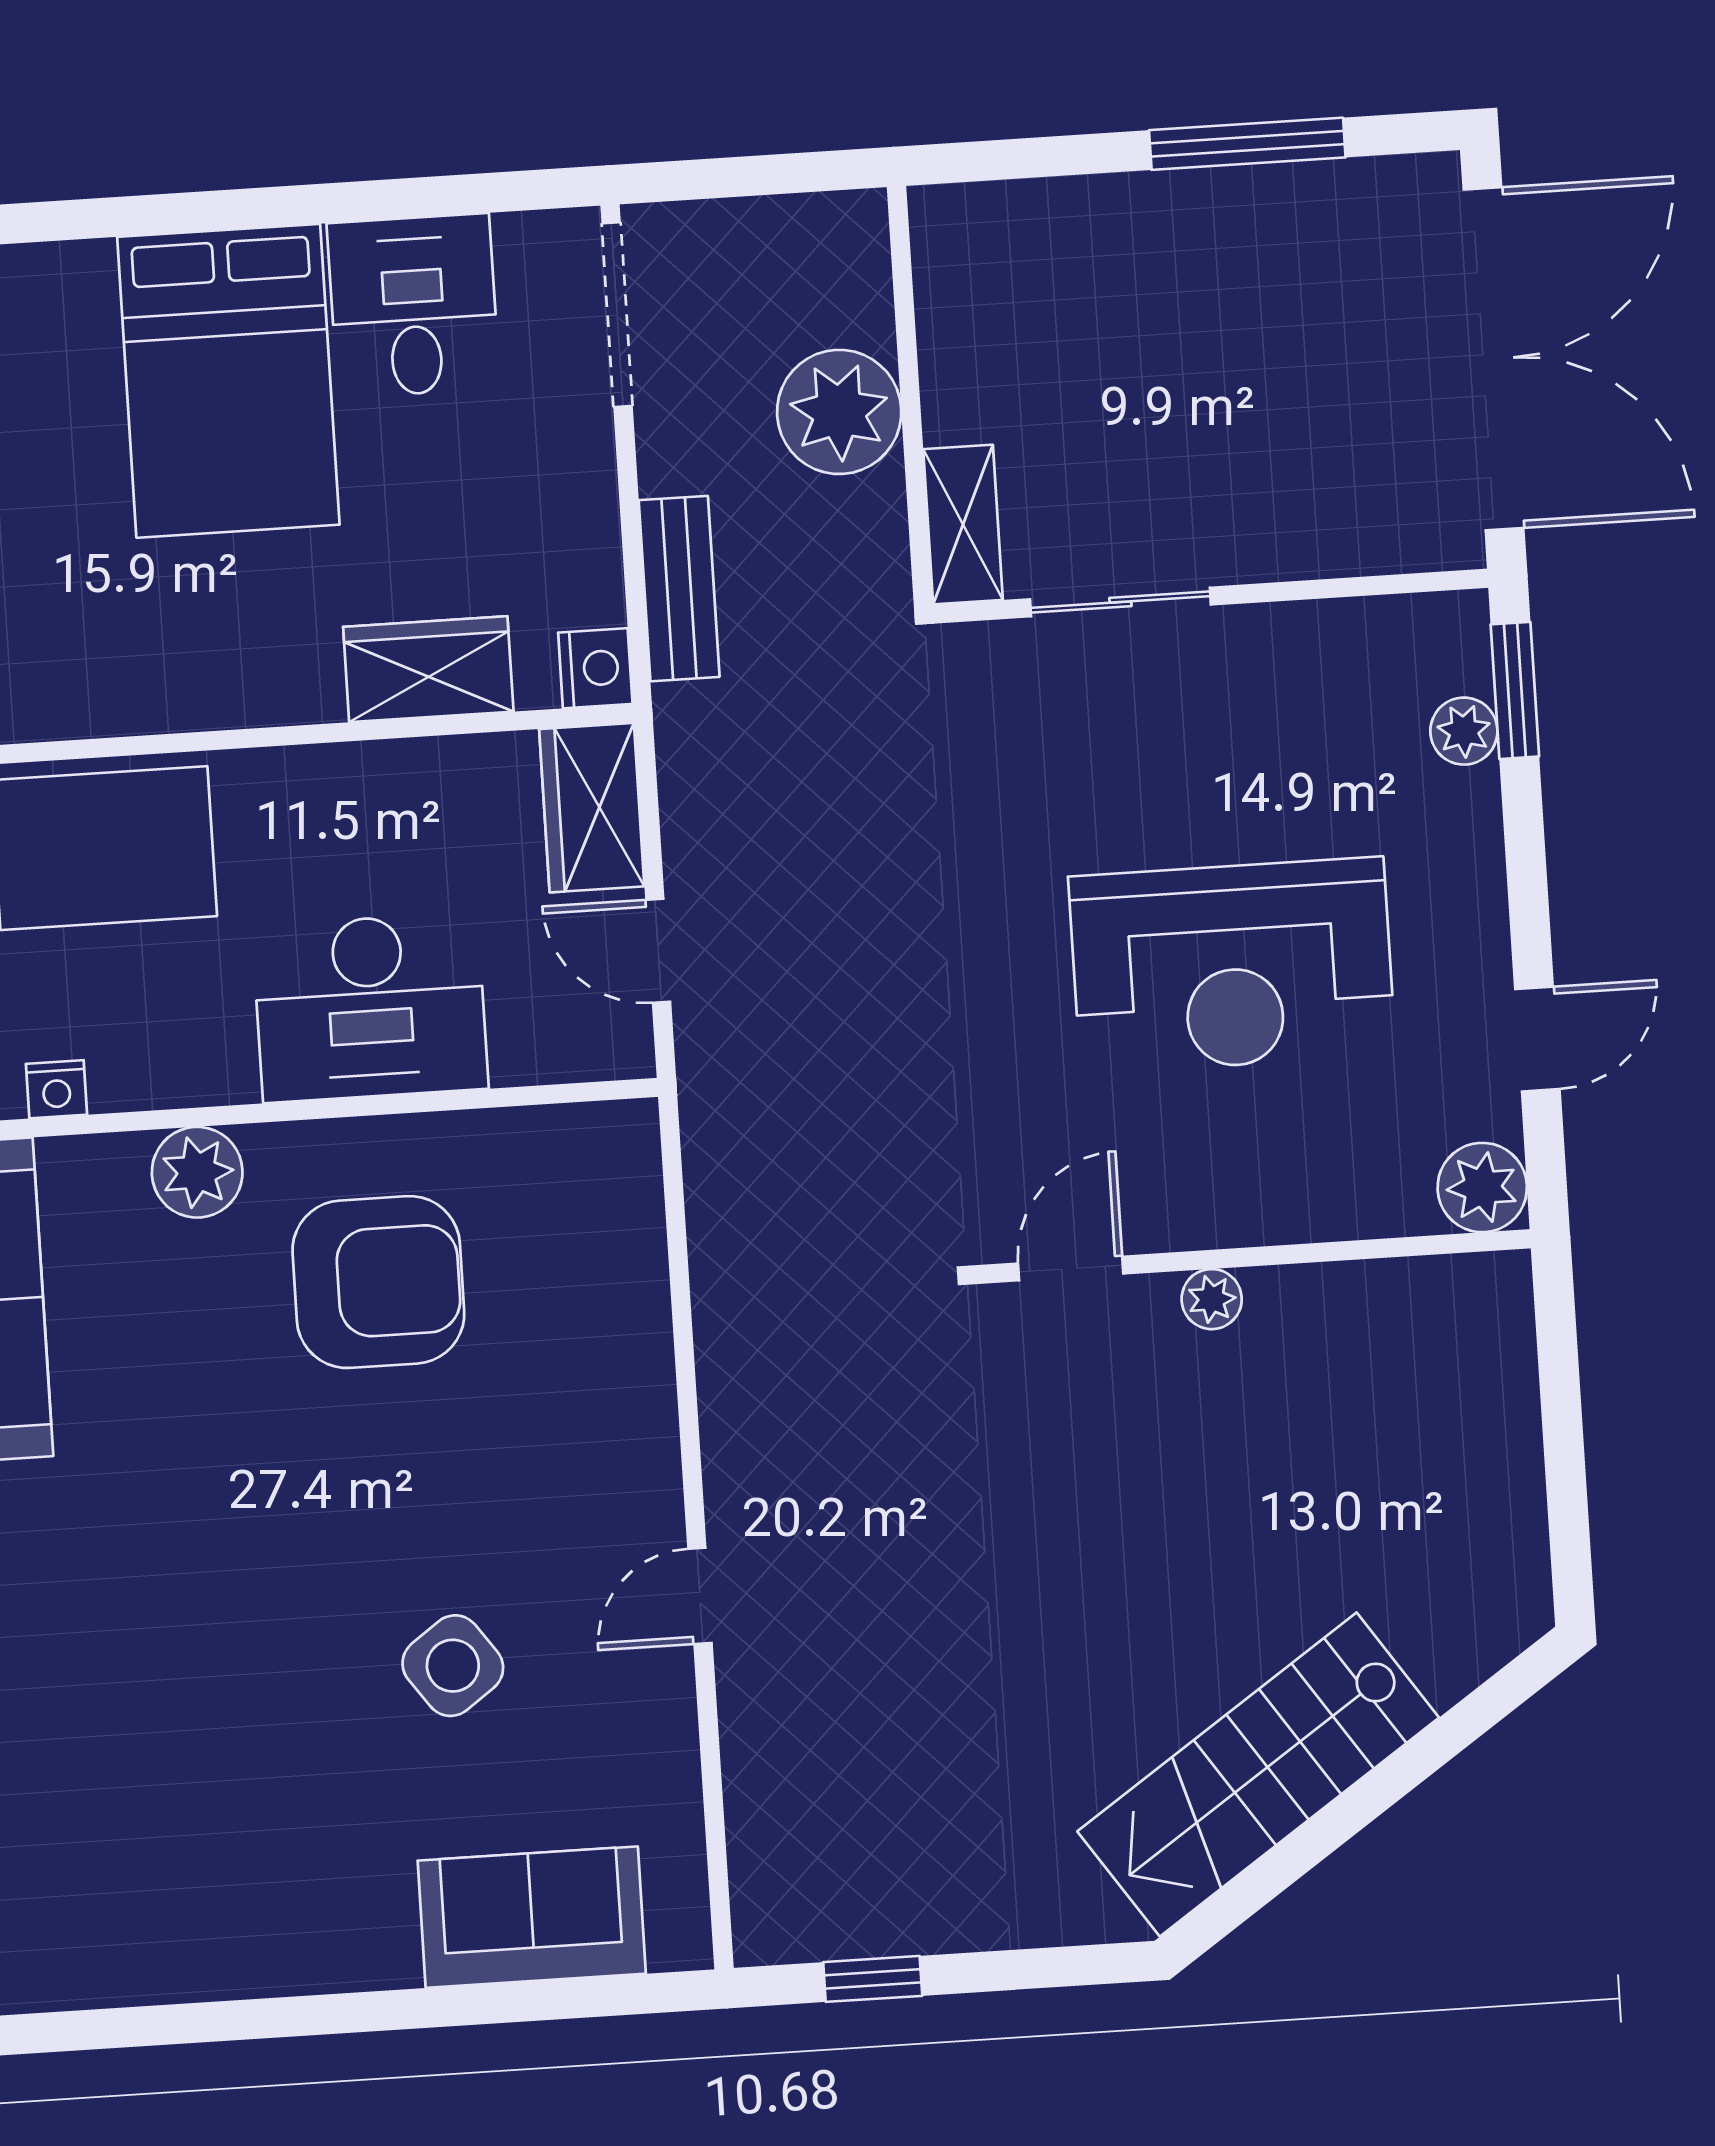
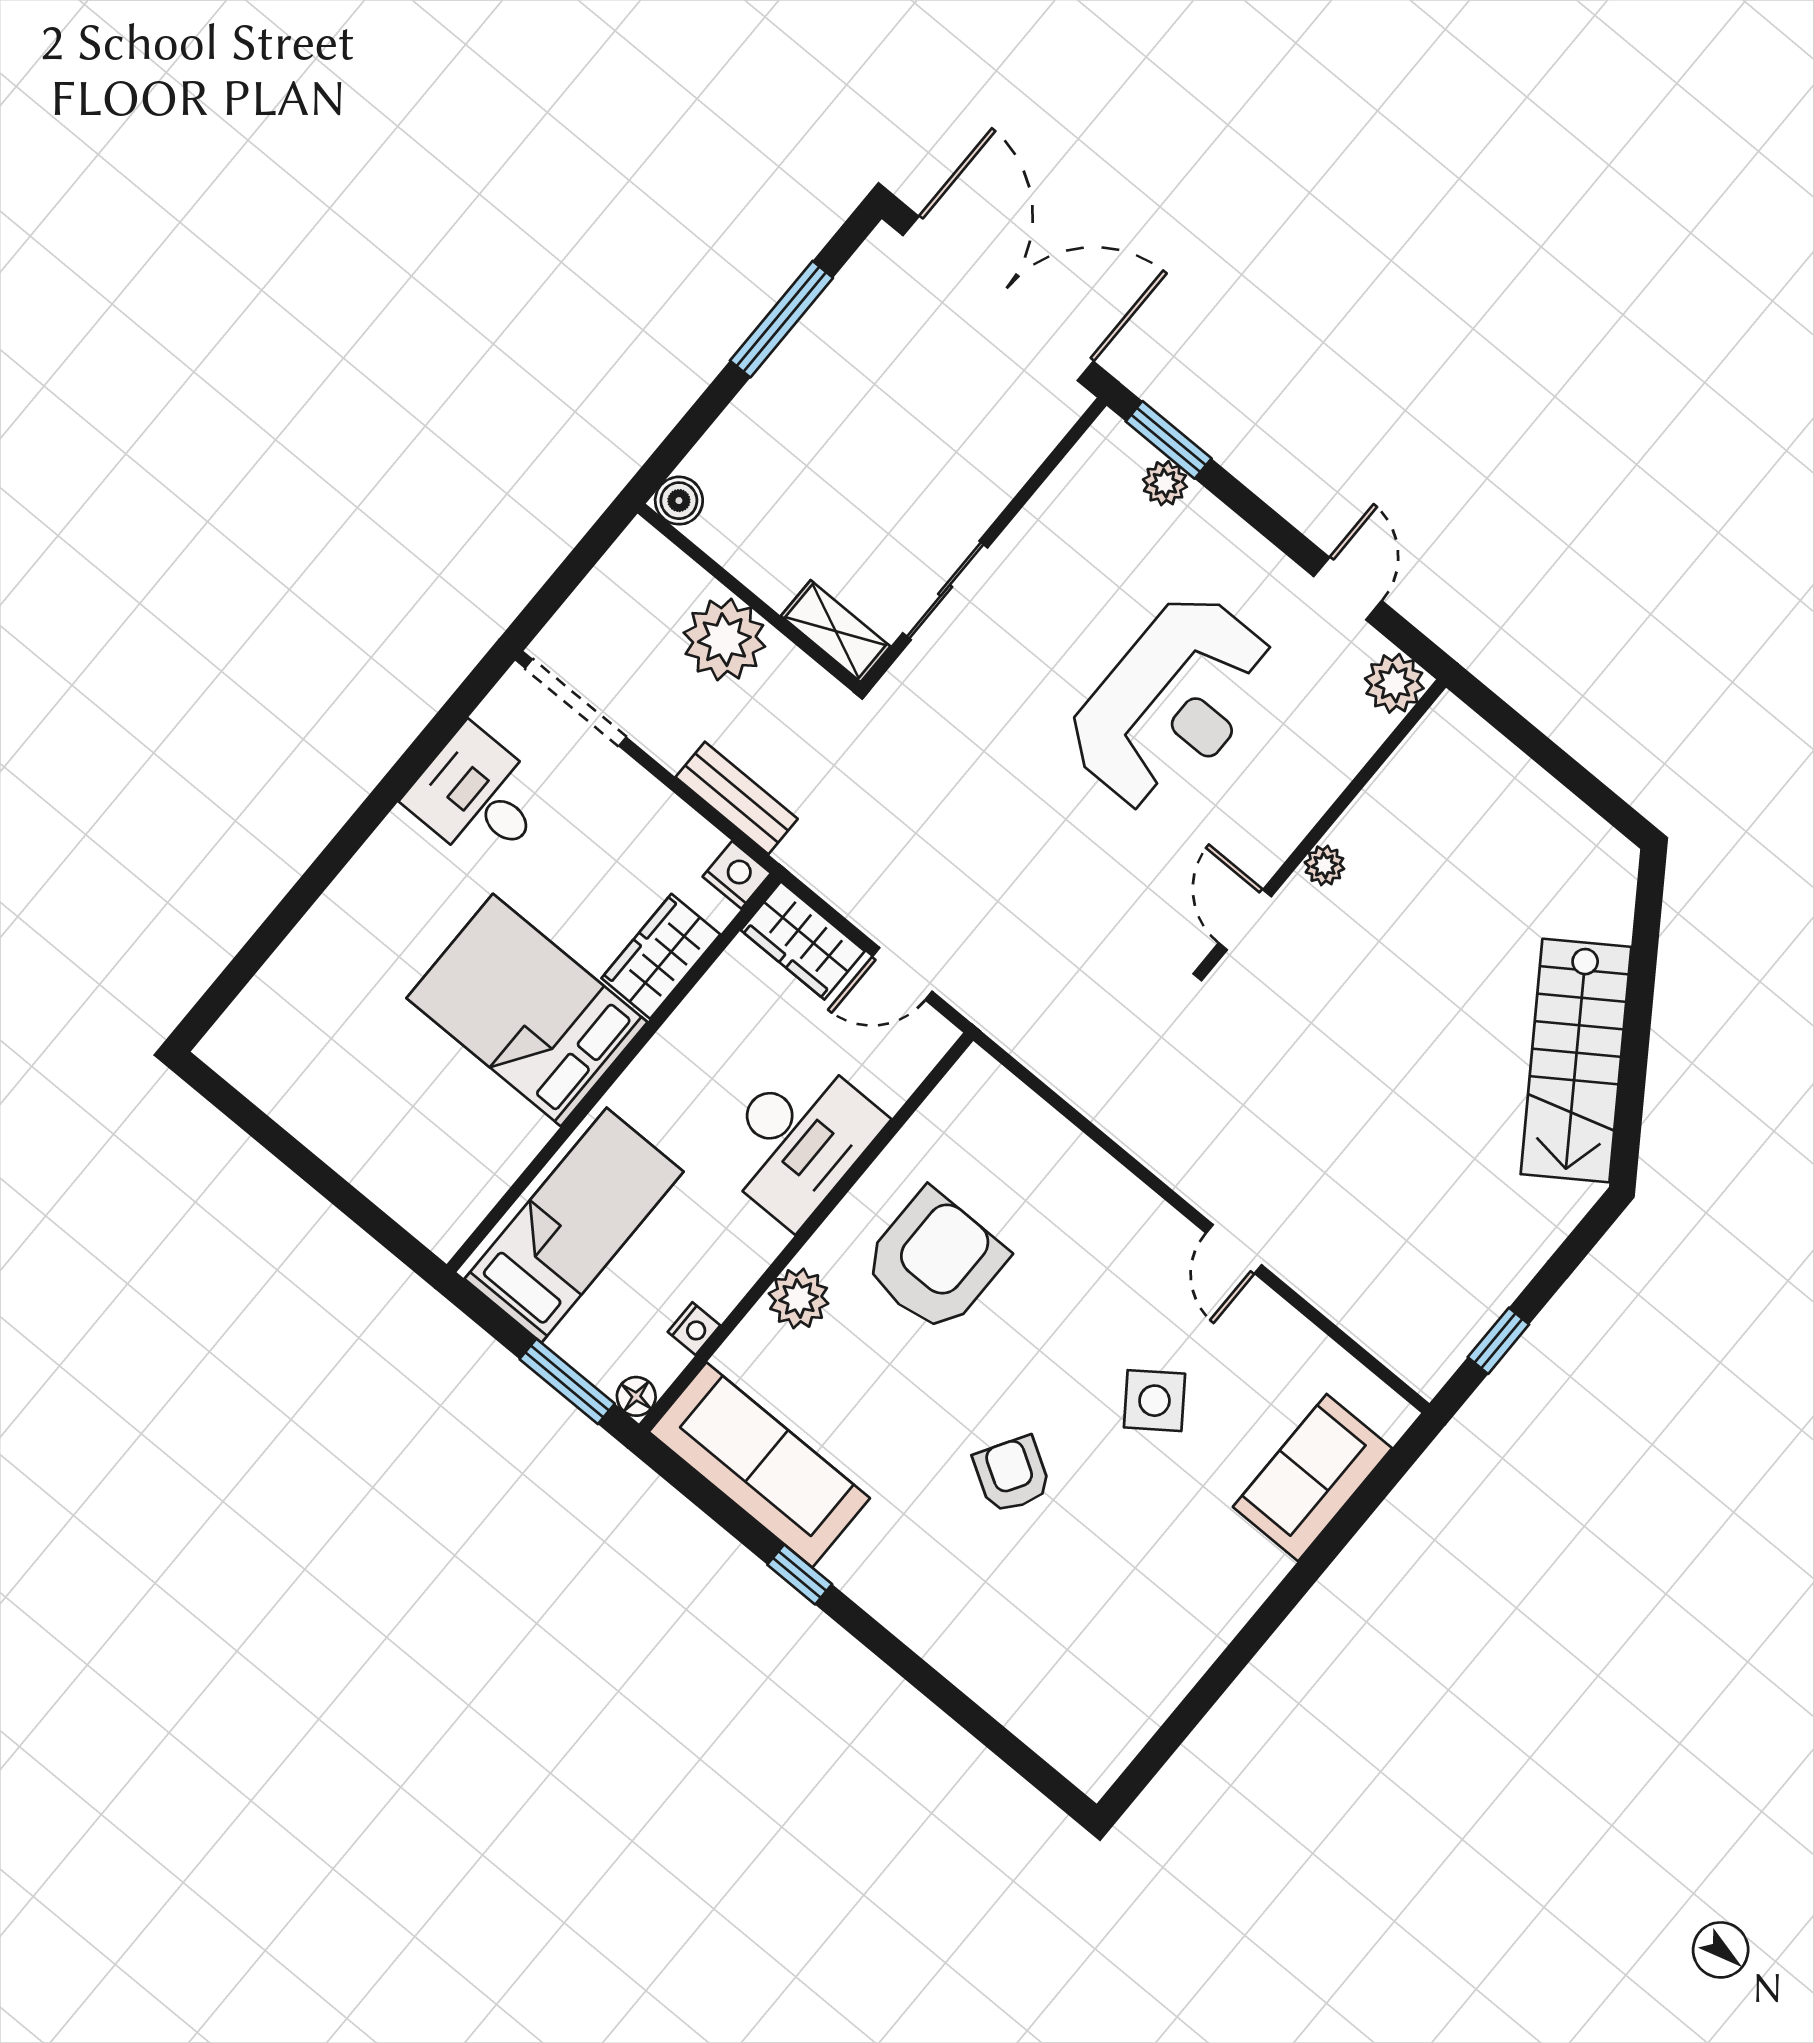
boiler: (944, 219) -> (679, 501), added
bed: (228, 381) -> (527, 1010), moved, turned 180
armchair: (225, 1587) -> (1012, 1475), added

